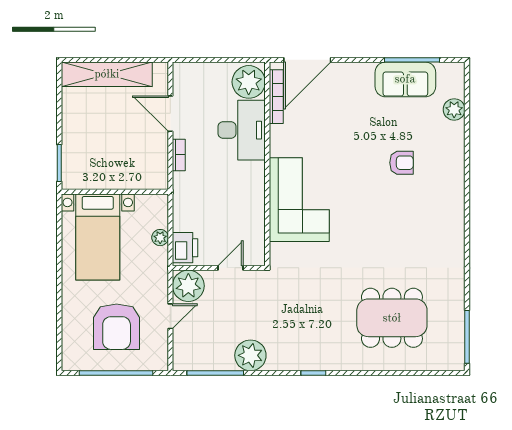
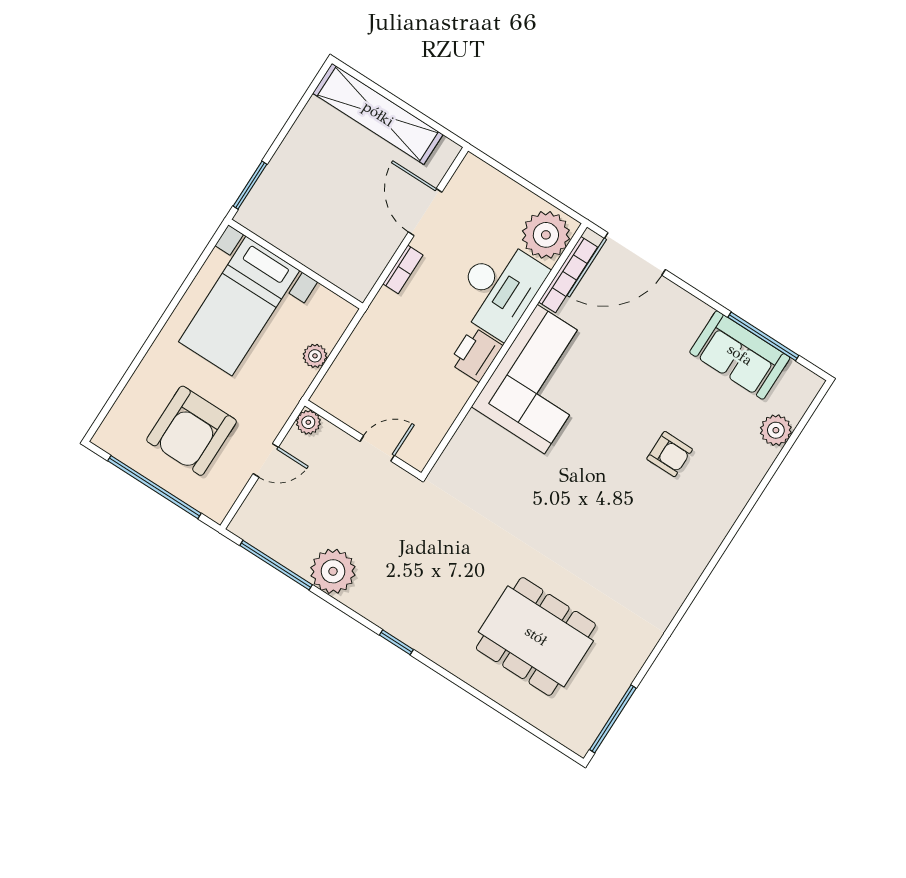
corner sofa: (299, 200) -> (541, 379), moved
printer: (185, 248) -> (476, 354), moved, turned 180
plant: (188, 286) -> (308, 422), width x0.53, depth x0.53

